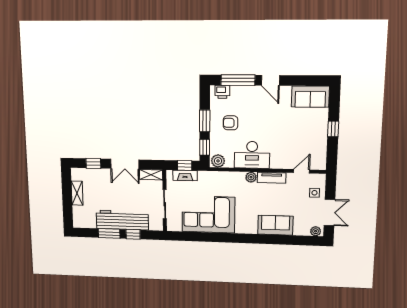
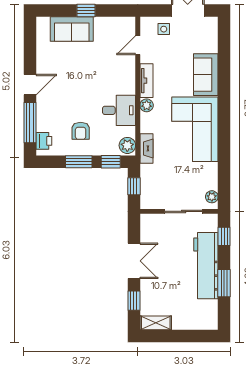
sofa: (310, 97) -> (72, 29), moved, turned 90
desk: (252, 155) -> (119, 110), width x0.73
door: (302, 171) -> (138, 45), hinge flipped
shelving: (151, 175) -> (146, 228), removed
fireplace: (185, 175) -> (146, 148), moved
shelving: (77, 193) -> (156, 323), moved
corner sofa: (208, 214) -> (195, 129), moved
plant: (316, 231) -> (212, 197), moved
window: (133, 234) -> (224, 236), moved

